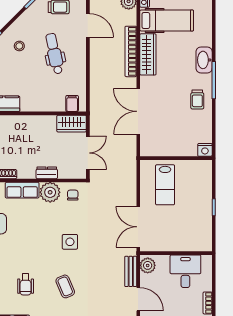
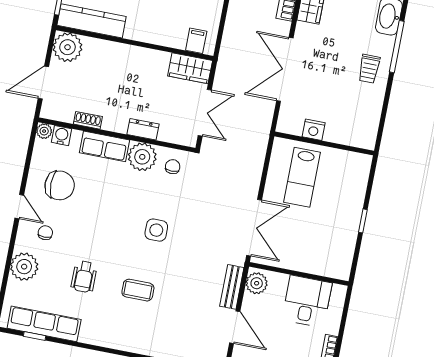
nightstand: (205, 150) -> (314, 130), moved
double door: (138, 227) -> (254, 228), swing flipped
coffee table: (65, 286) -> (138, 290), turned -67

